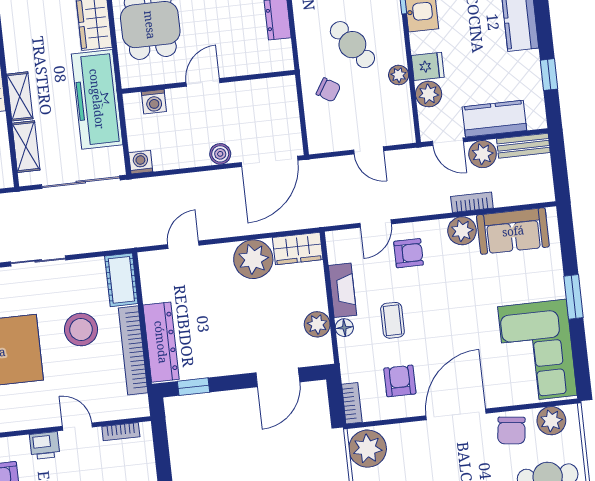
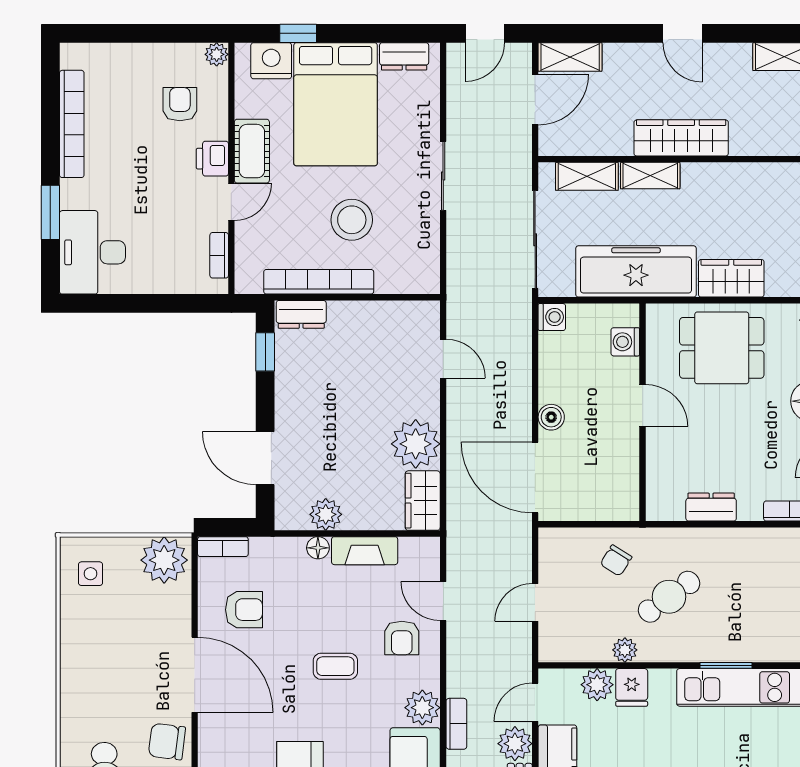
cot: (121, 280) -> (252, 151), moved, turned 90
coffee table: (392, 320) -> (335, 666), moved
dresser: (161, 342) -> (301, 314), width x0.51, depth x0.80

